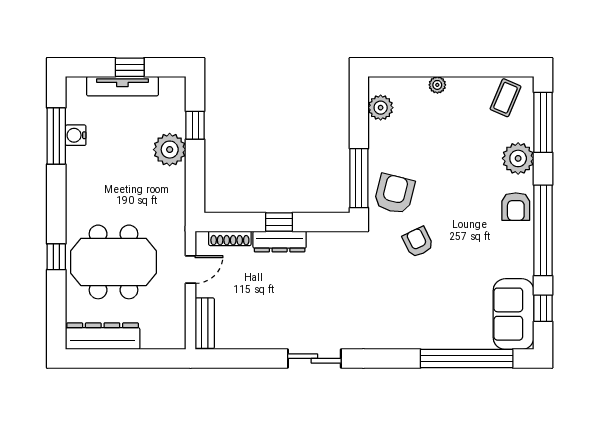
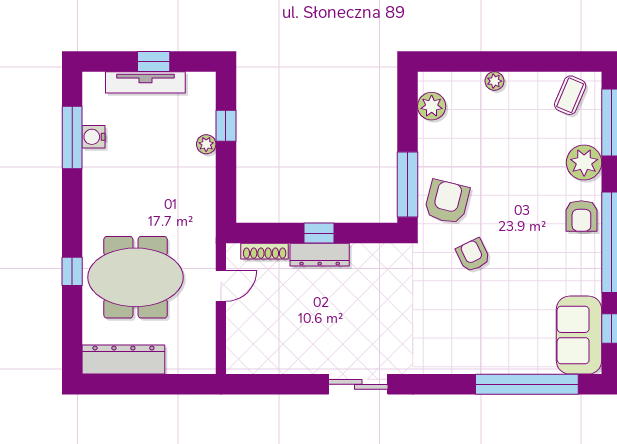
plant: (170, 150) -> (206, 144), width x0.53, depth x0.53
bench: (205, 323) -> (237, 345), removed

